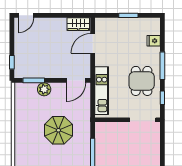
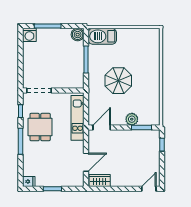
fridge: (154, 41) -> (29, 181), moved

